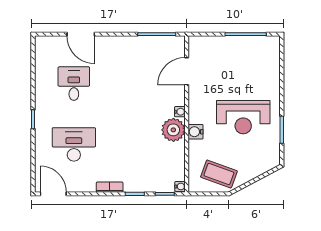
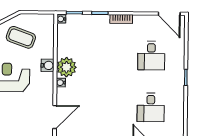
desk: (74, 144) -> (151, 56), width x0.73
coffee table: (219, 174) -> (21, 37), moved

